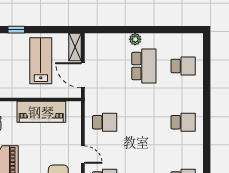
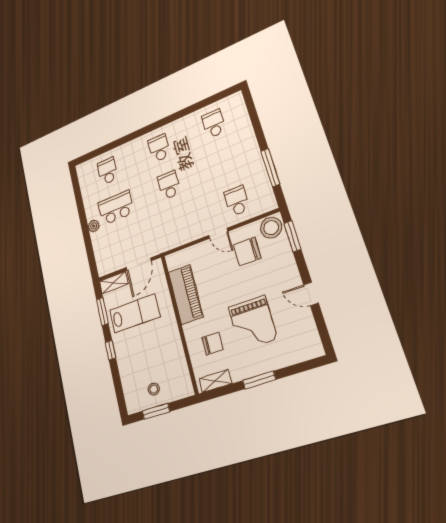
window: (53, 30) -> (102, 312), added
lab bench: (41, 61) -> (135, 313), turned 180
school desk: (105, 122) -> (169, 185), moved
door: (83, 155) -> (218, 233), swing flipped

